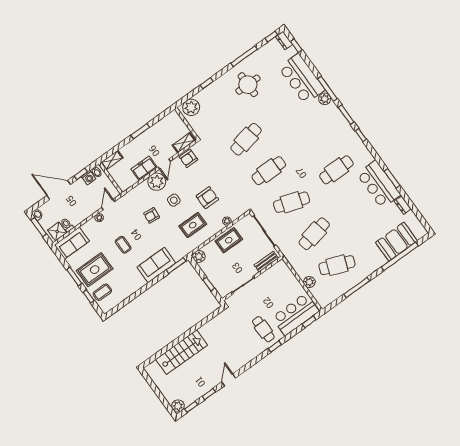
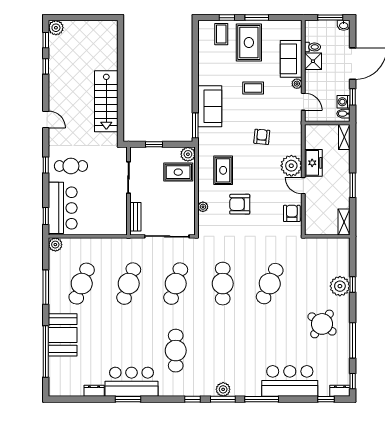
round table: (248, 85) -> (322, 324), turned 36
plant: (325, 99) -> (223, 389), moved
plant: (191, 107) -> (340, 286), moved
cafe table: (246, 139) -> (270, 284), turned 36
shelving: (184, 143) -> (344, 222), moved
armchair: (207, 198) -> (240, 204), turned 90
side table: (174, 200) -> (261, 169), removed
shower: (57, 231) -> (313, 61), moved
cafe table: (314, 234) -> (129, 284), turned 30
rug: (229, 240) -> (178, 172), moved, turned 90
booth: (396, 242) -> (63, 335), moved
sofa: (72, 243) -> (291, 59), moved
plant: (309, 282) -> (55, 245), moved
stairs: (182, 352) -> (106, 101), moved
door: (229, 380) -> (46, 119), moved

